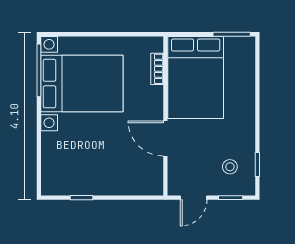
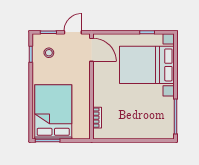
bed: (196, 78) -> (53, 112), moved
bed with nightstands: (82, 84) -> (147, 65), moved
door: (165, 139) -> (92, 50), moved

